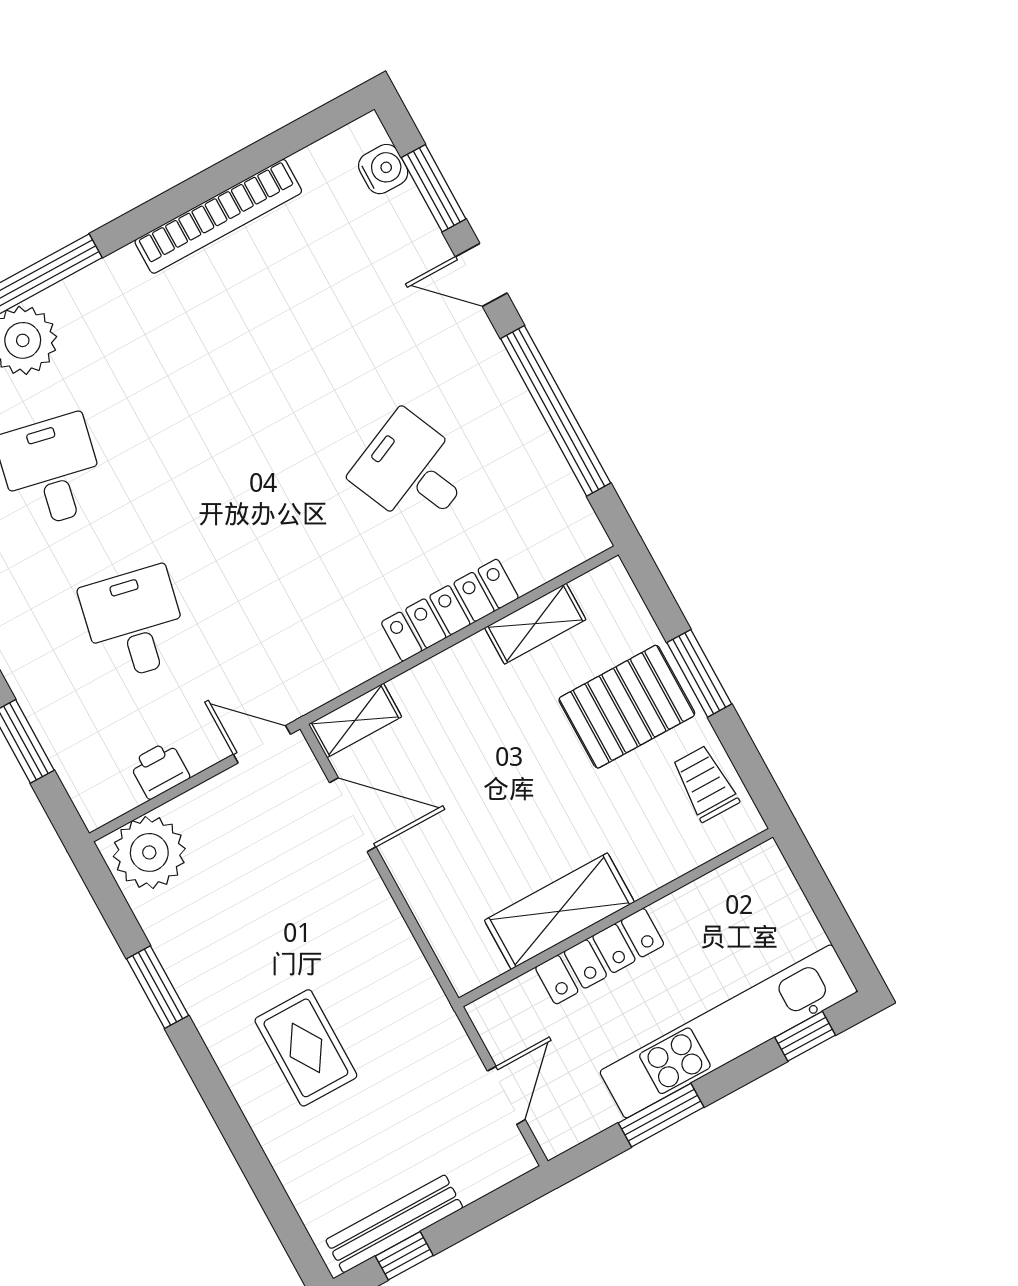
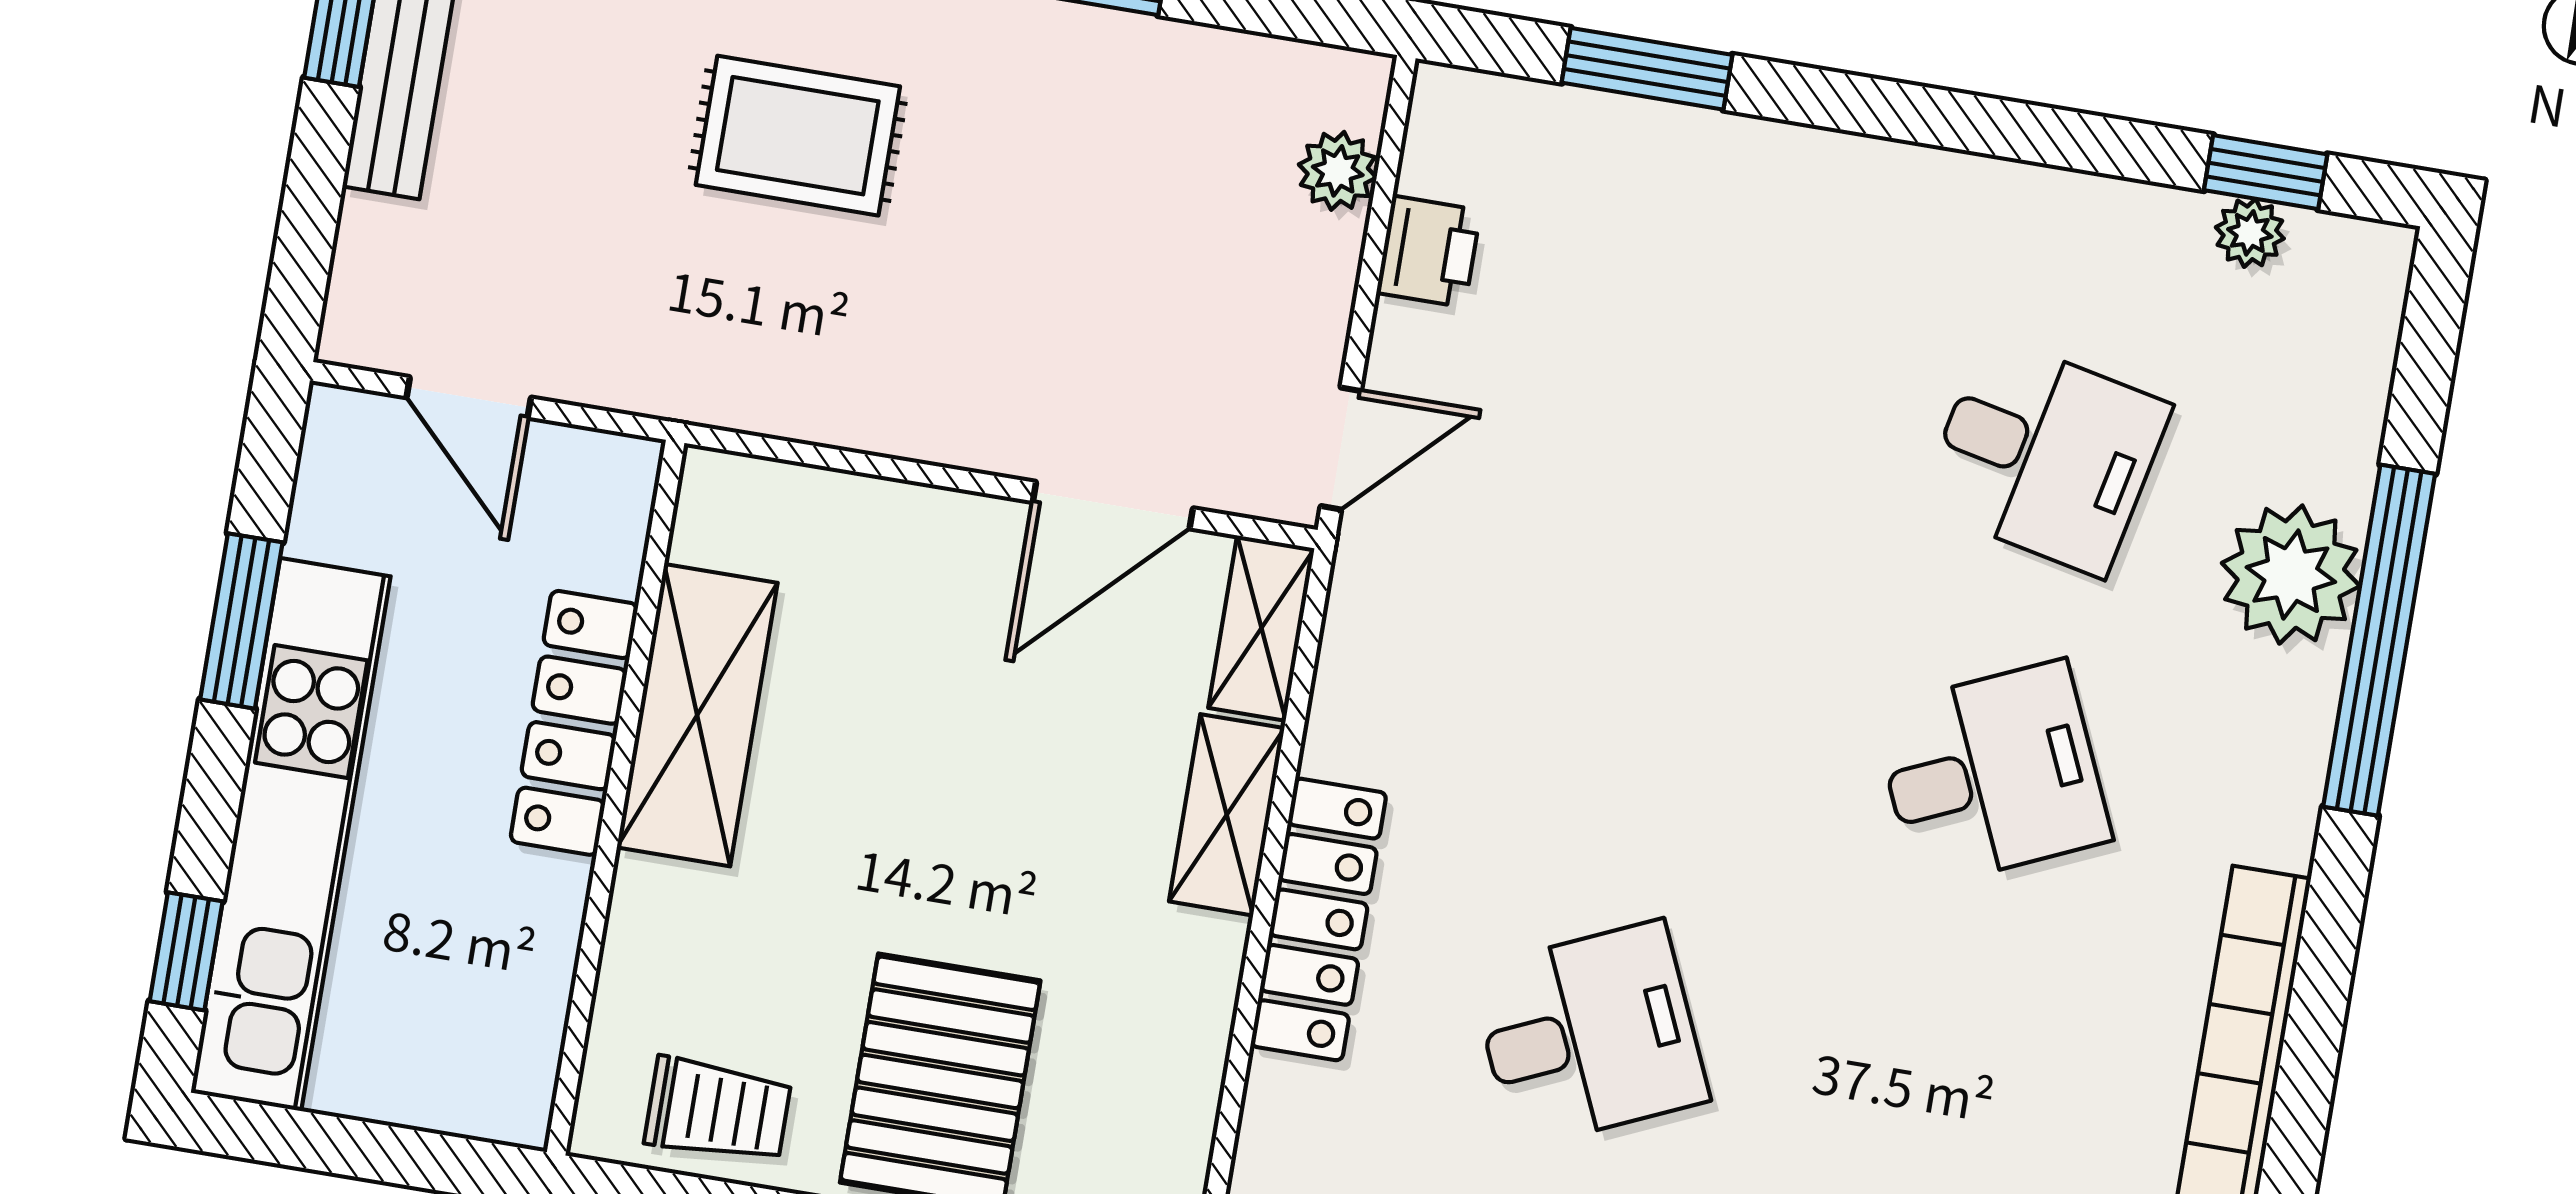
desk: (135, 623) -> (1992, 774), moved, turned -36
shelving: (535, 624) -> (1227, 815), moved
plant: (149, 852) -> (1338, 171), width x0.53, depth x0.53

